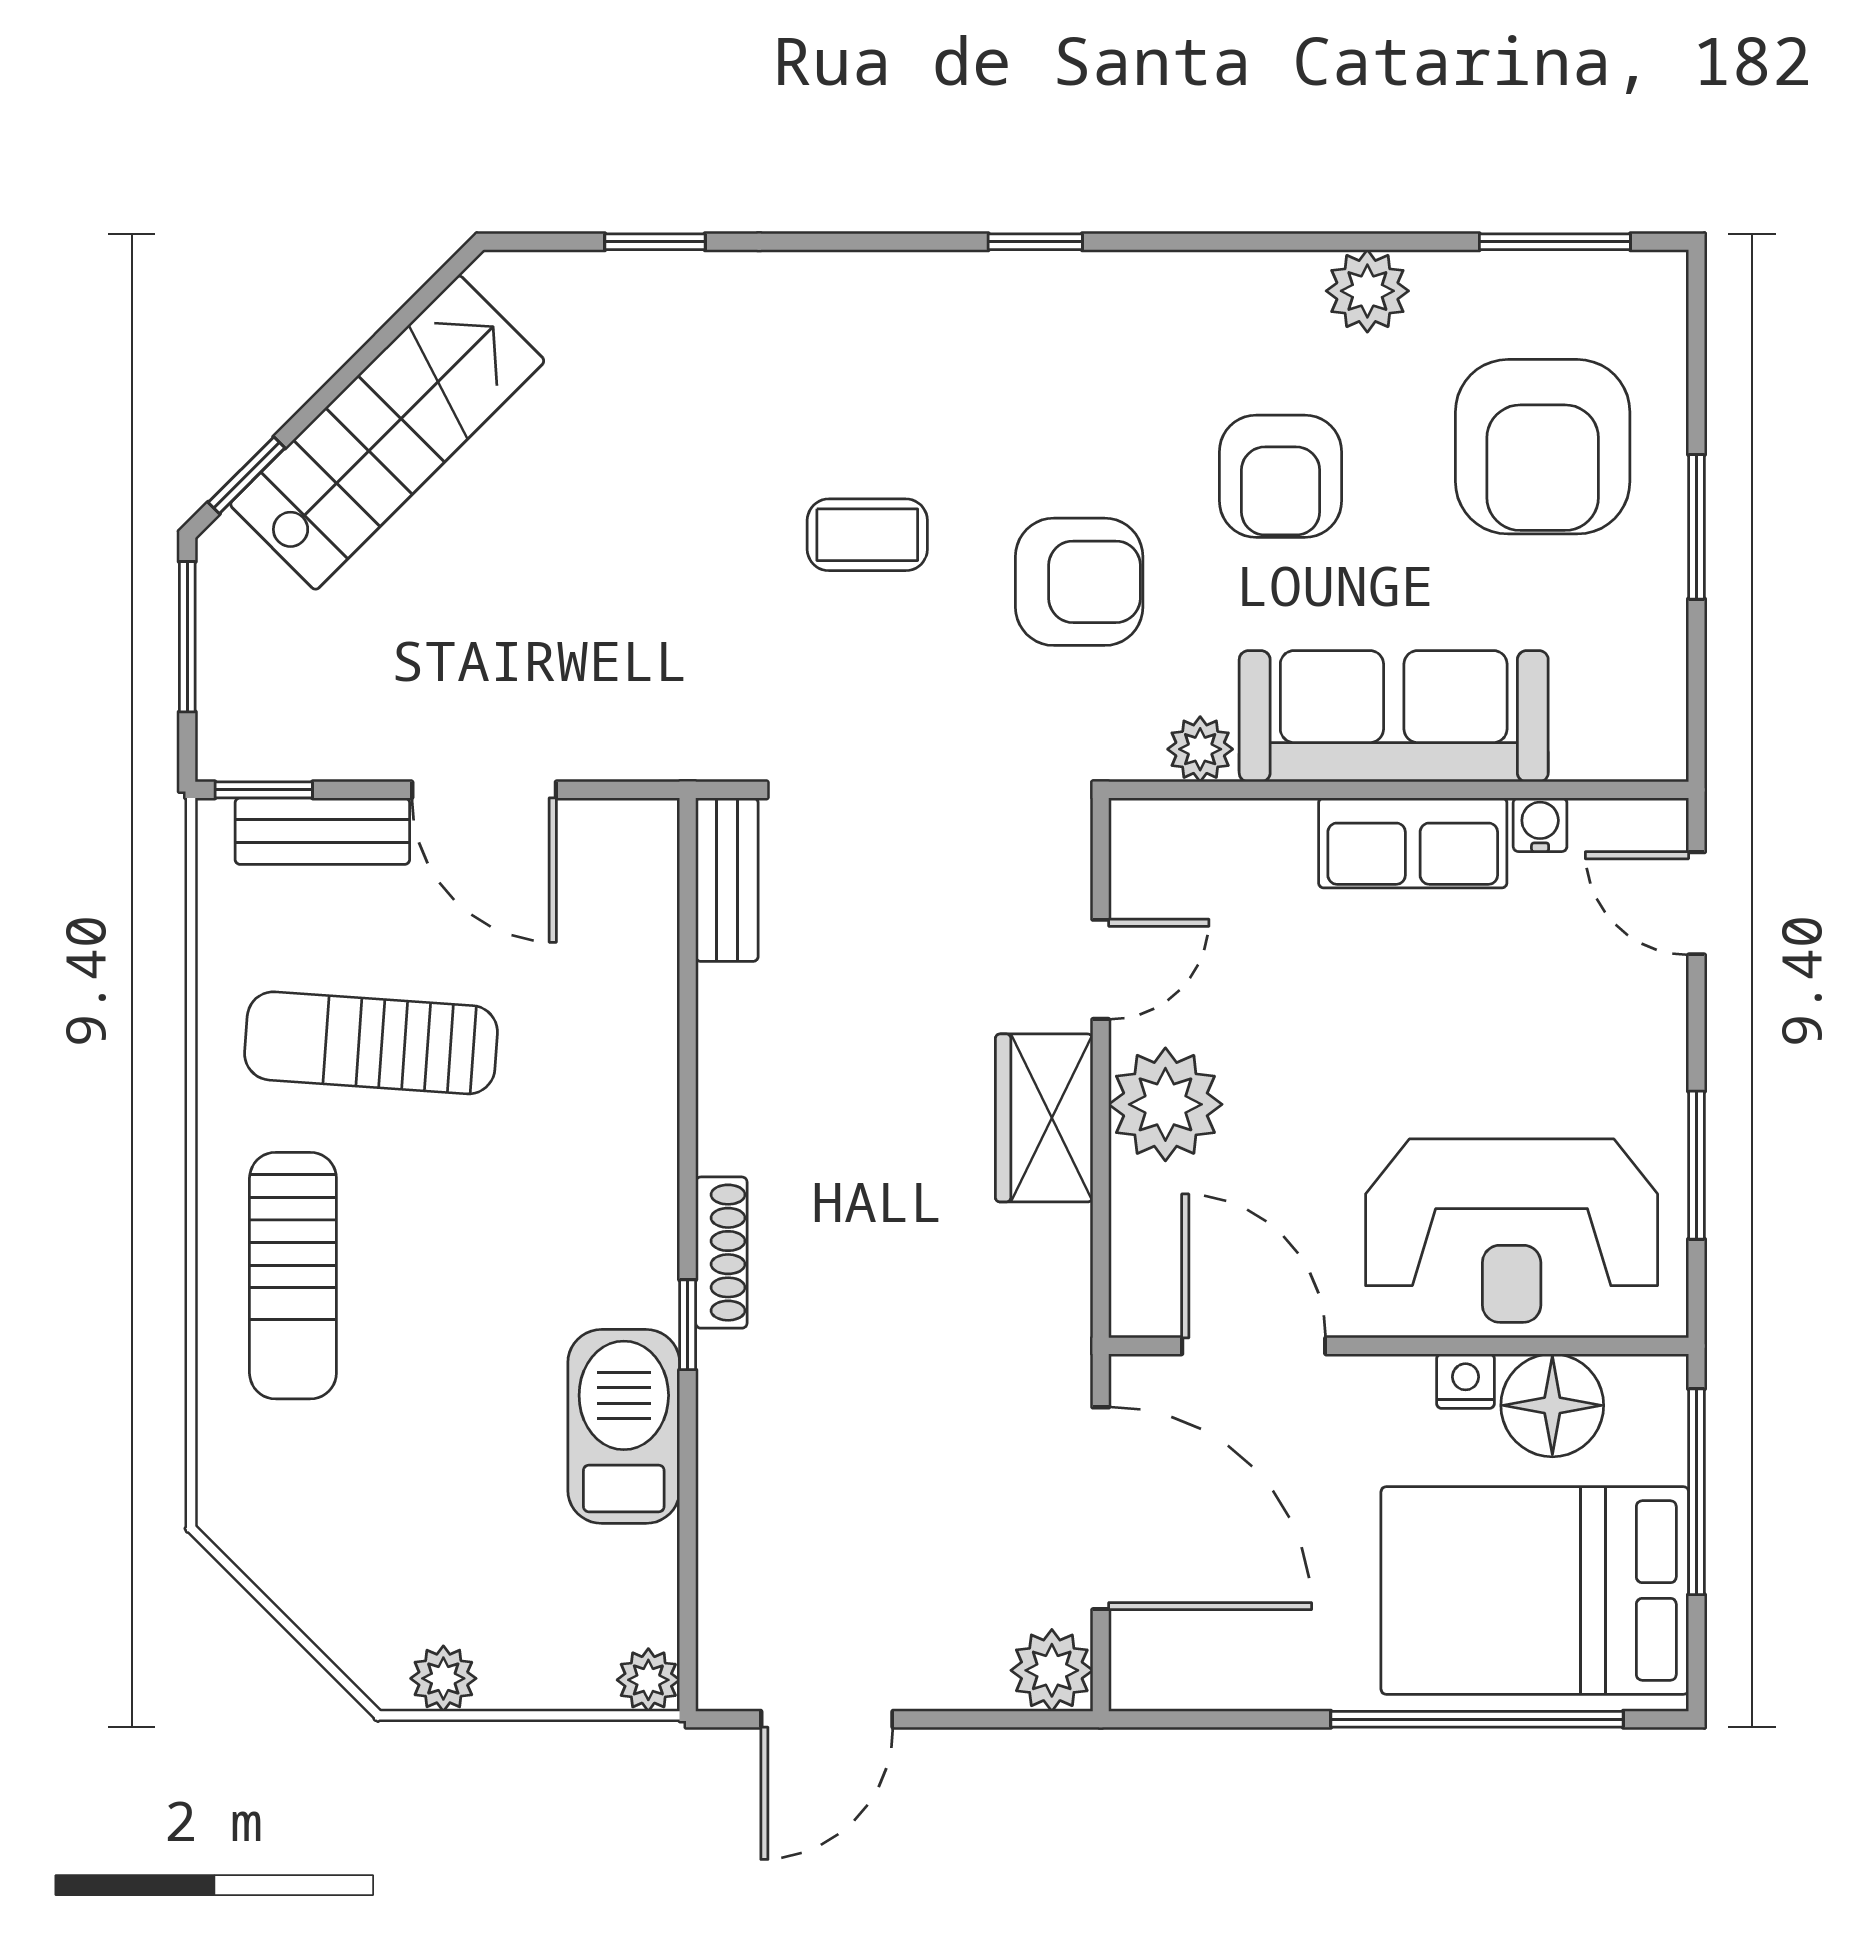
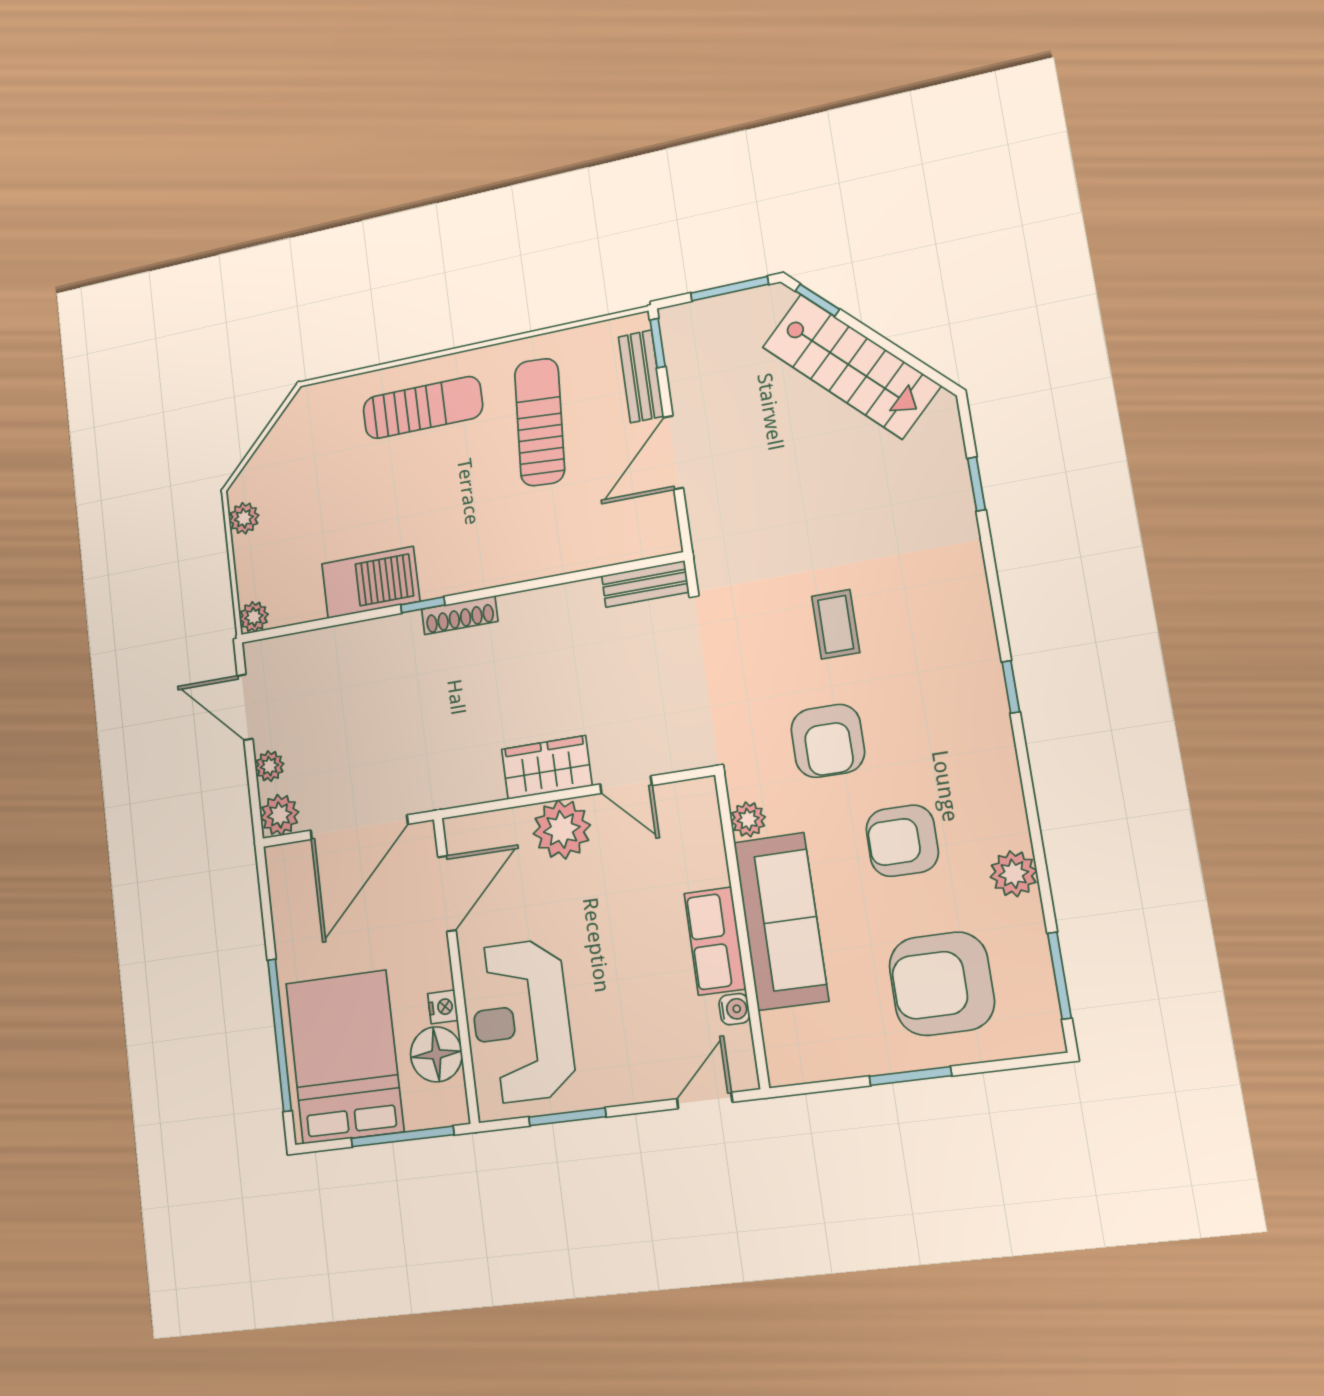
sun lounger: (293, 1276) -> (423, 408), turned 180
plant: (952, 1680) -> (269, 766), added

